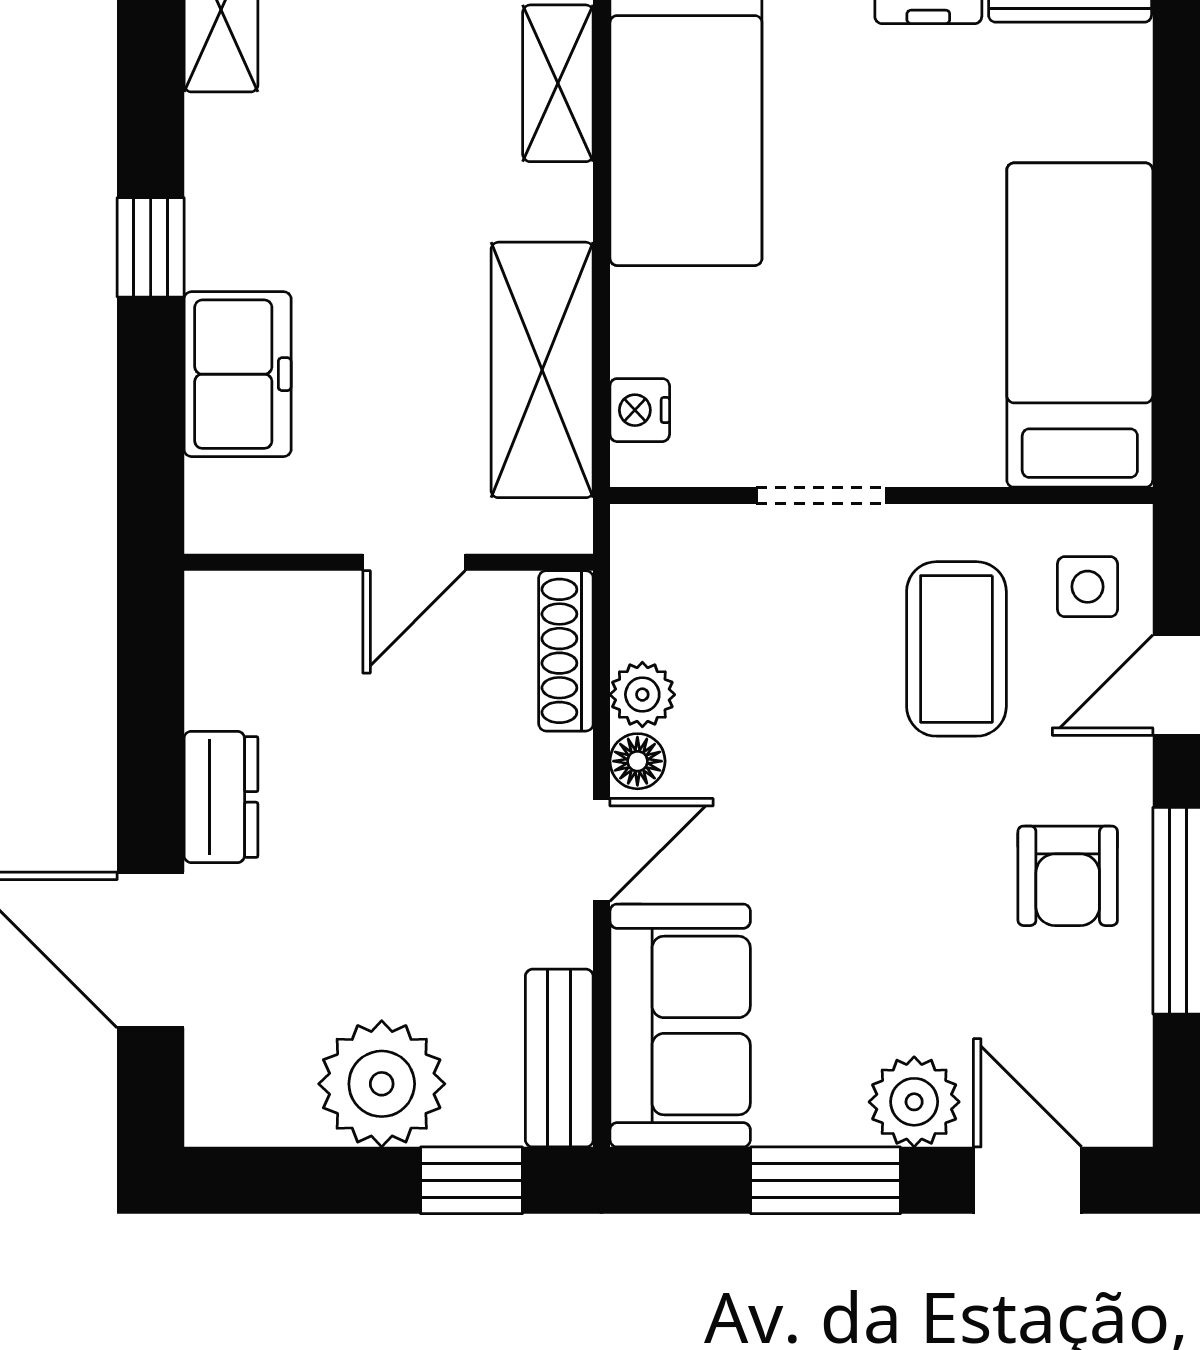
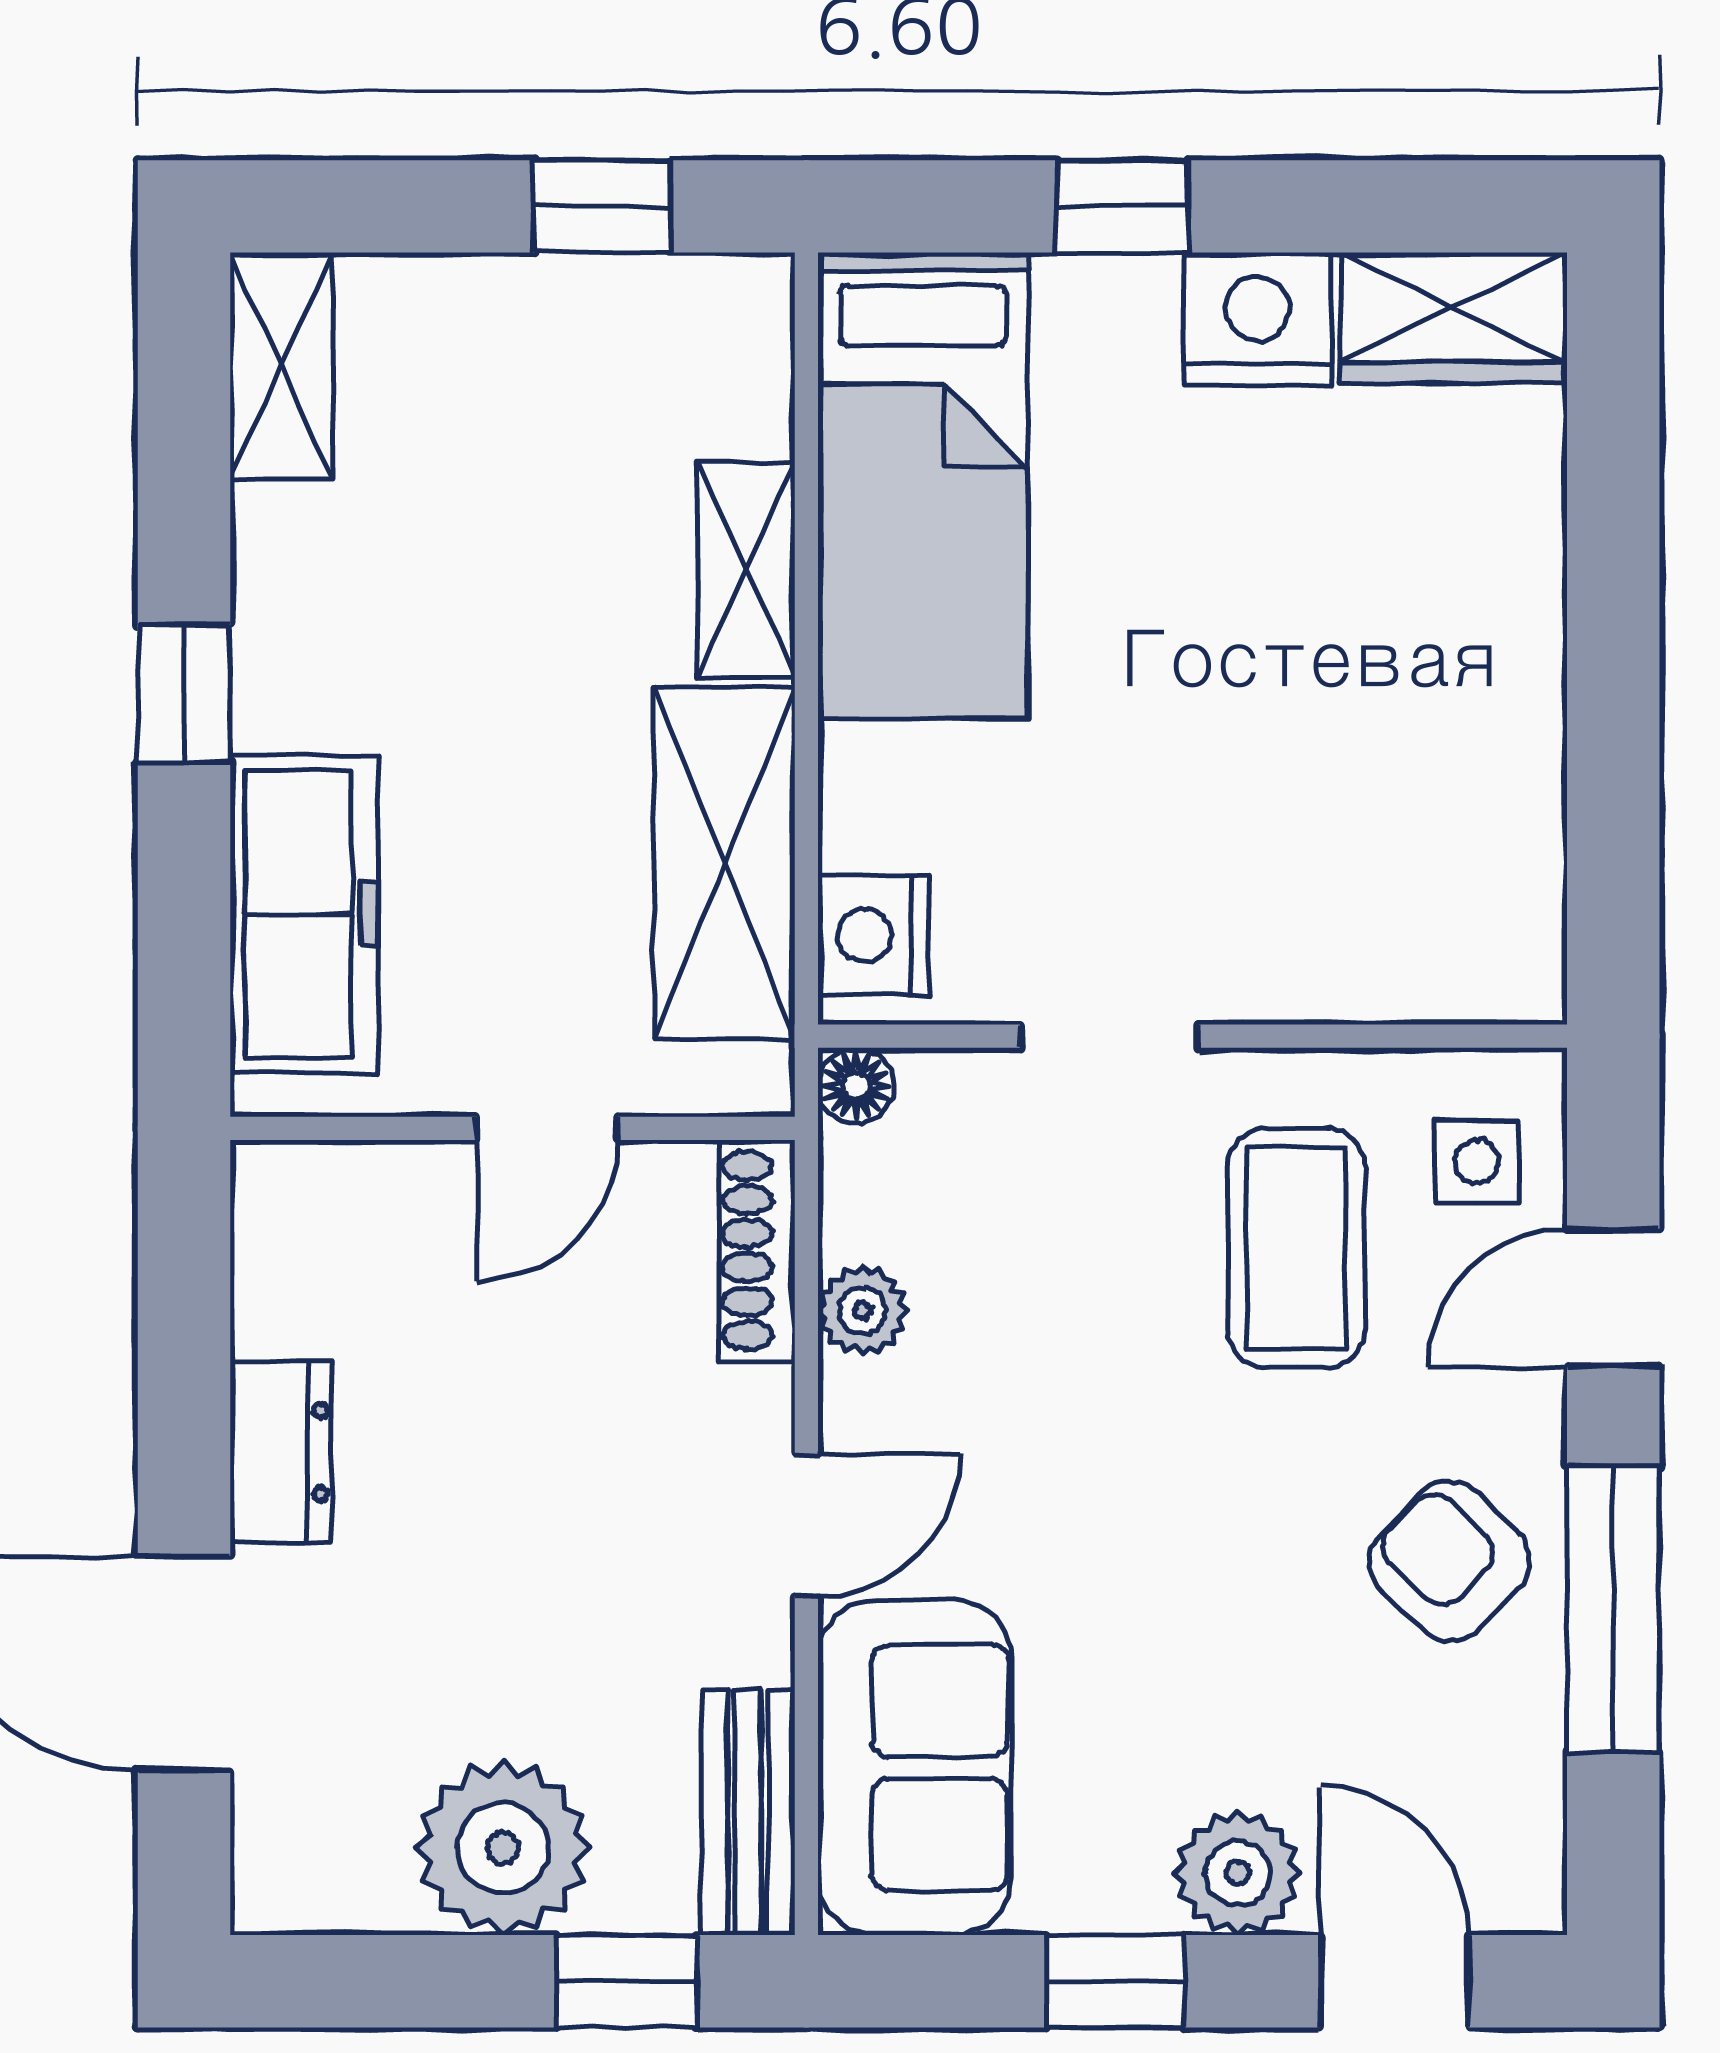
shelving: (558, 83) -> (746, 569), moved
bed: (1080, 325) -> (1466, 801), removed
freezer: (238, 374) -> (304, 914), width x1.40
nightstand: (640, 410) -> (873, 935), width x1.39, depth x1.35
floor lamp: (637, 761) -> (856, 1086), moved
armchair: (1068, 876) -> (1450, 1561), turned 134
window: (826, 1180) -> (1116, 1981), width x0.67

